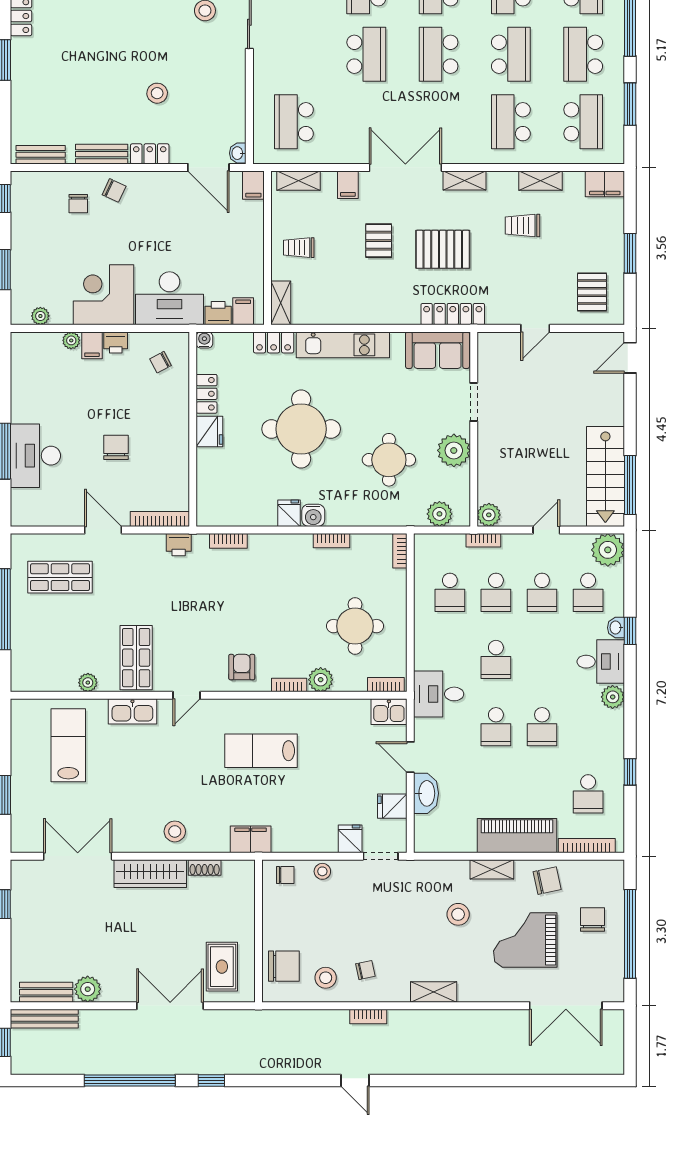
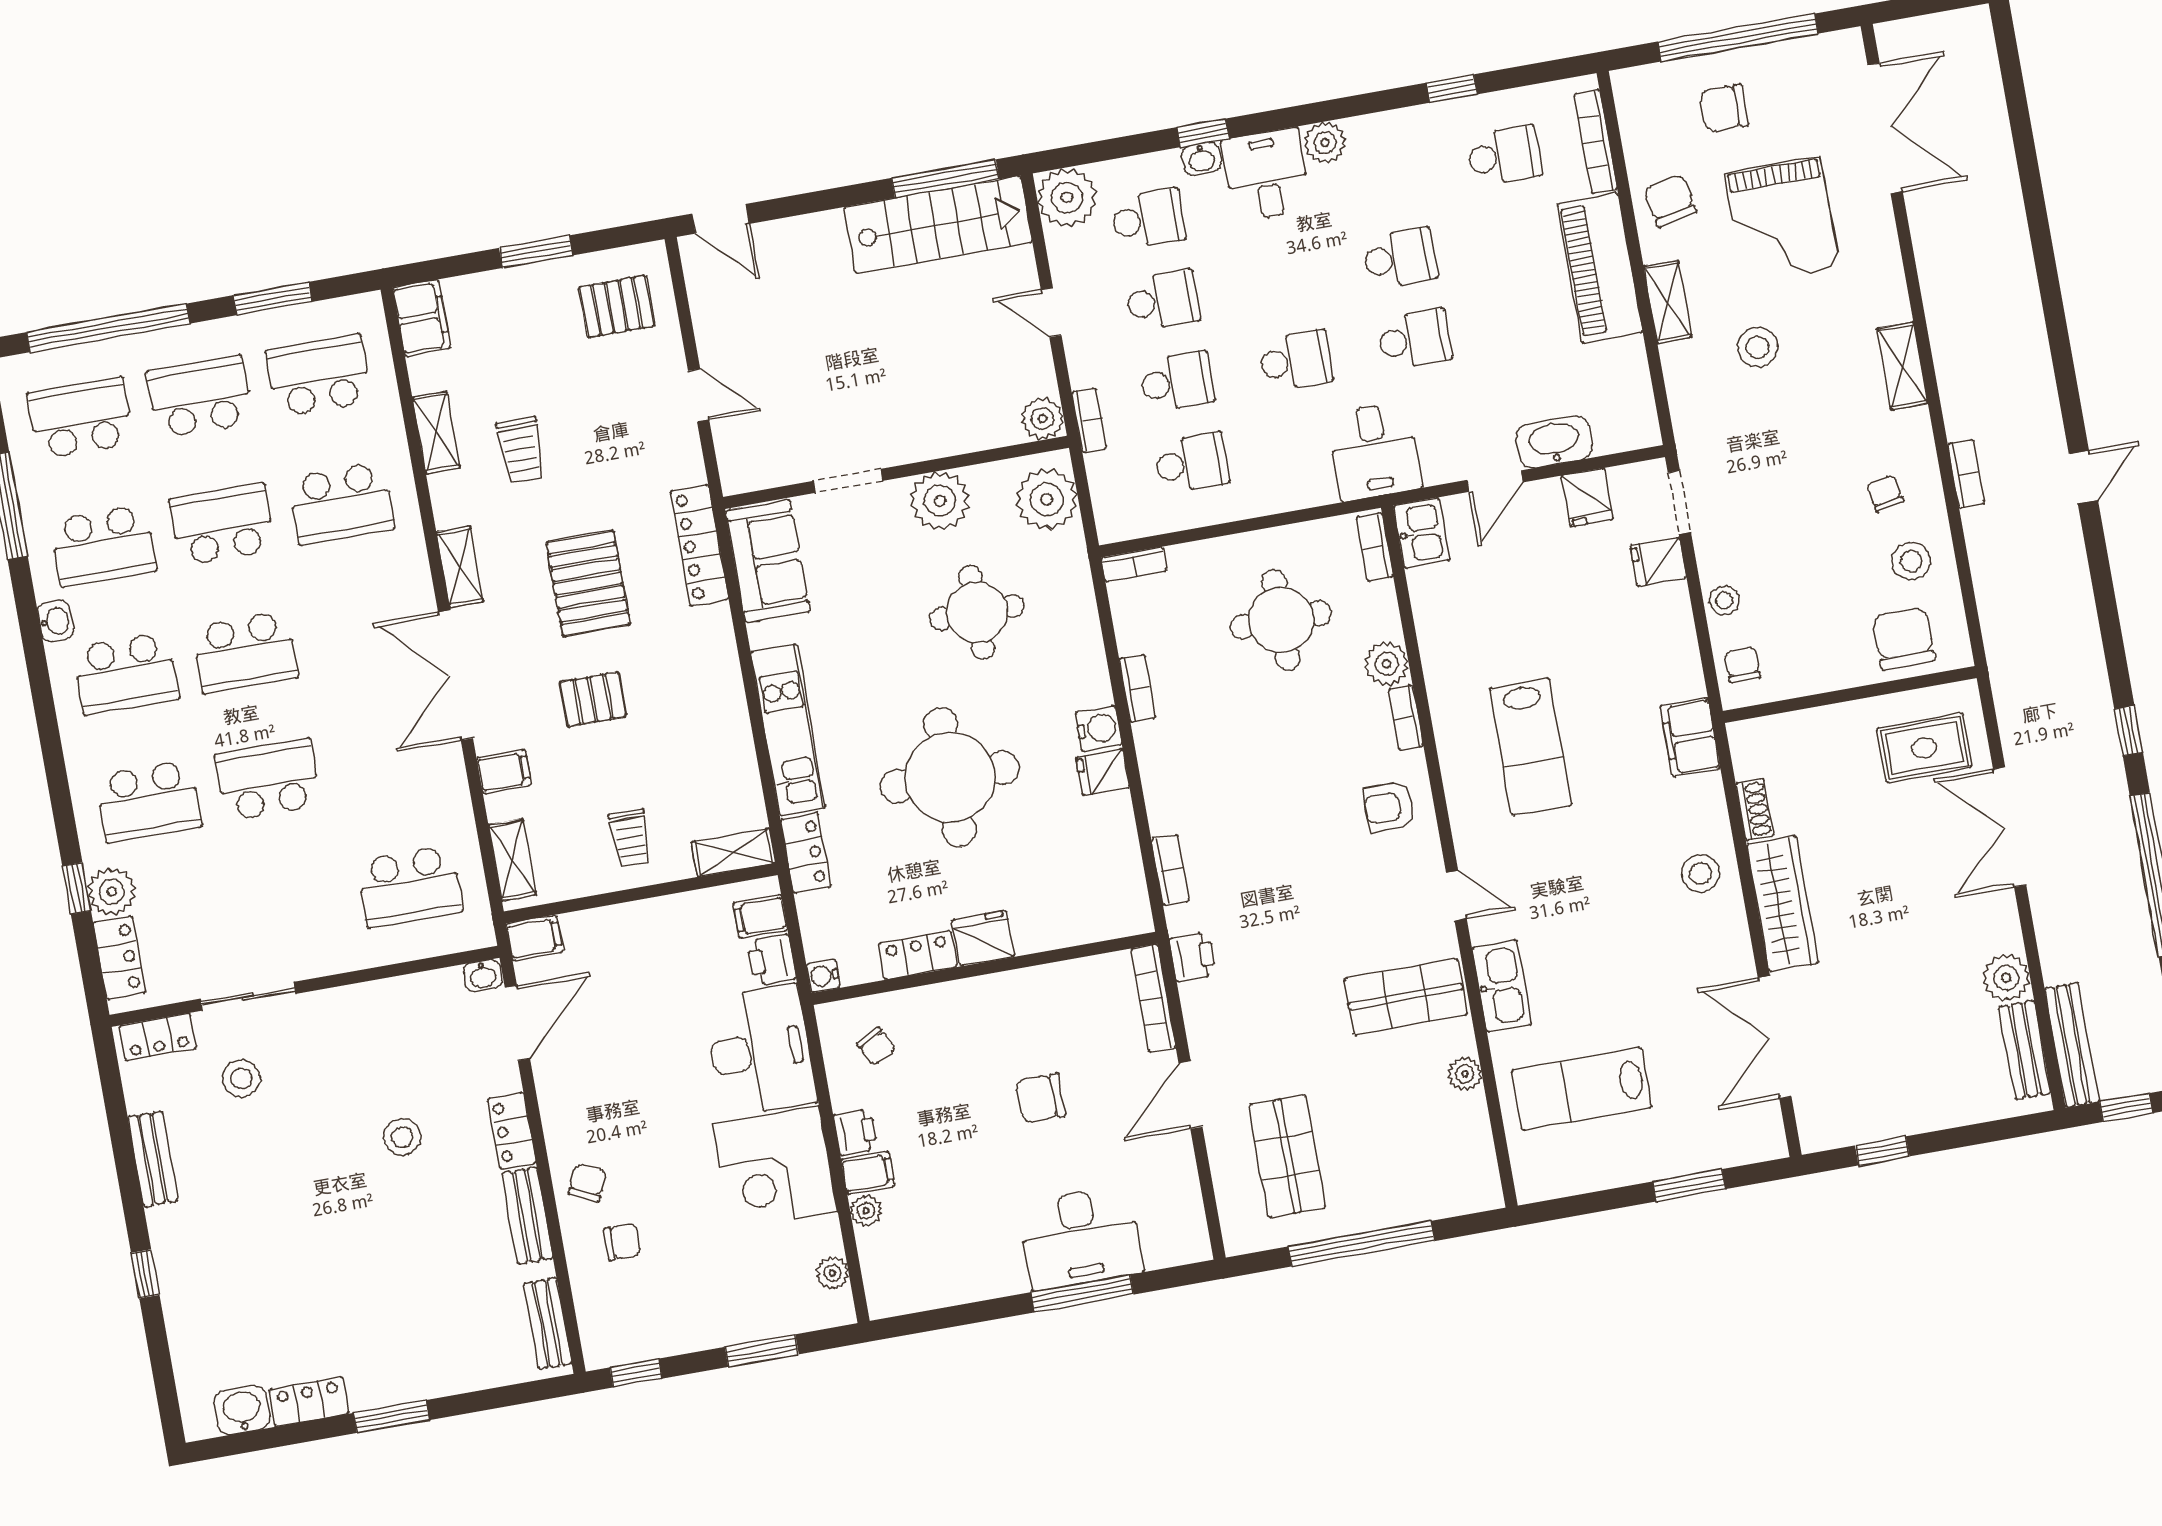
school desk: (583, 54) -> (199, 397), turned 180
plant: (439, 514) -> (1047, 499), width x1.36, depth x1.36

